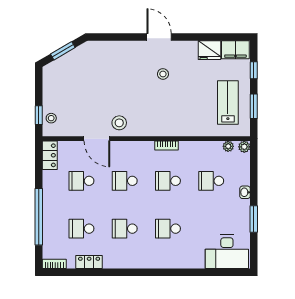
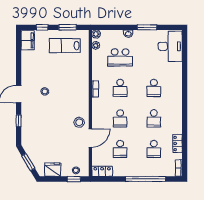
window: (121, 37) -> (19, 121), added
fridge: (209, 50) -> (53, 170), moved, turned -90
school desk: (211, 181) -> (120, 57), width x1.85

